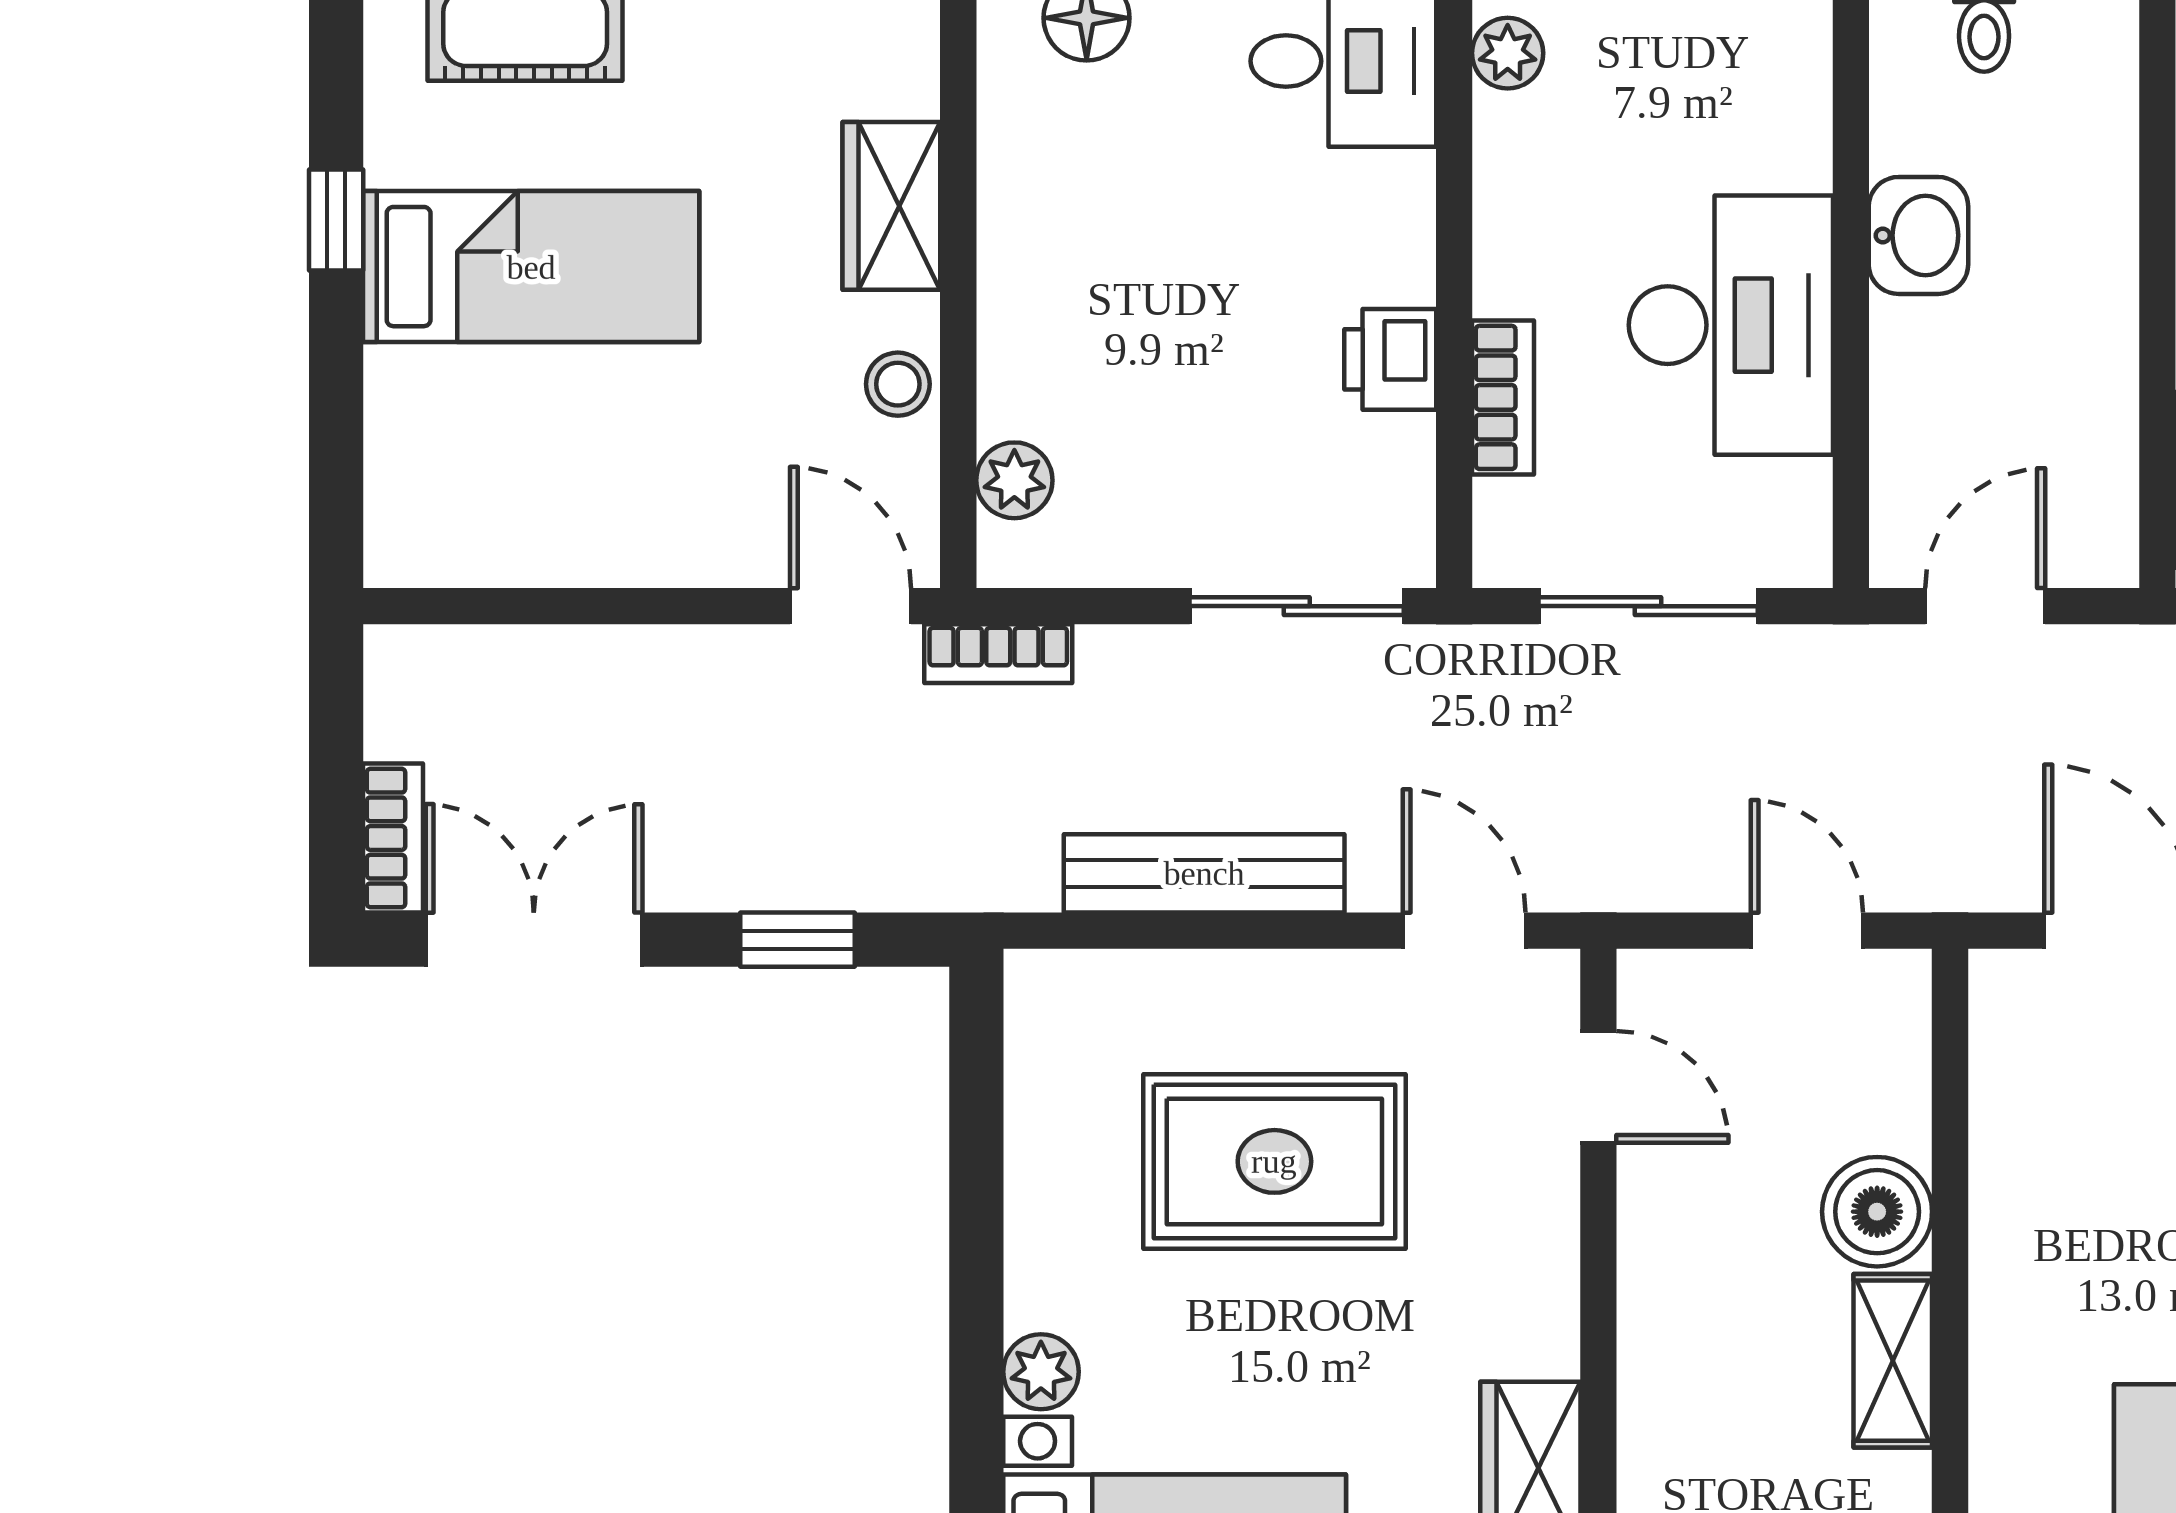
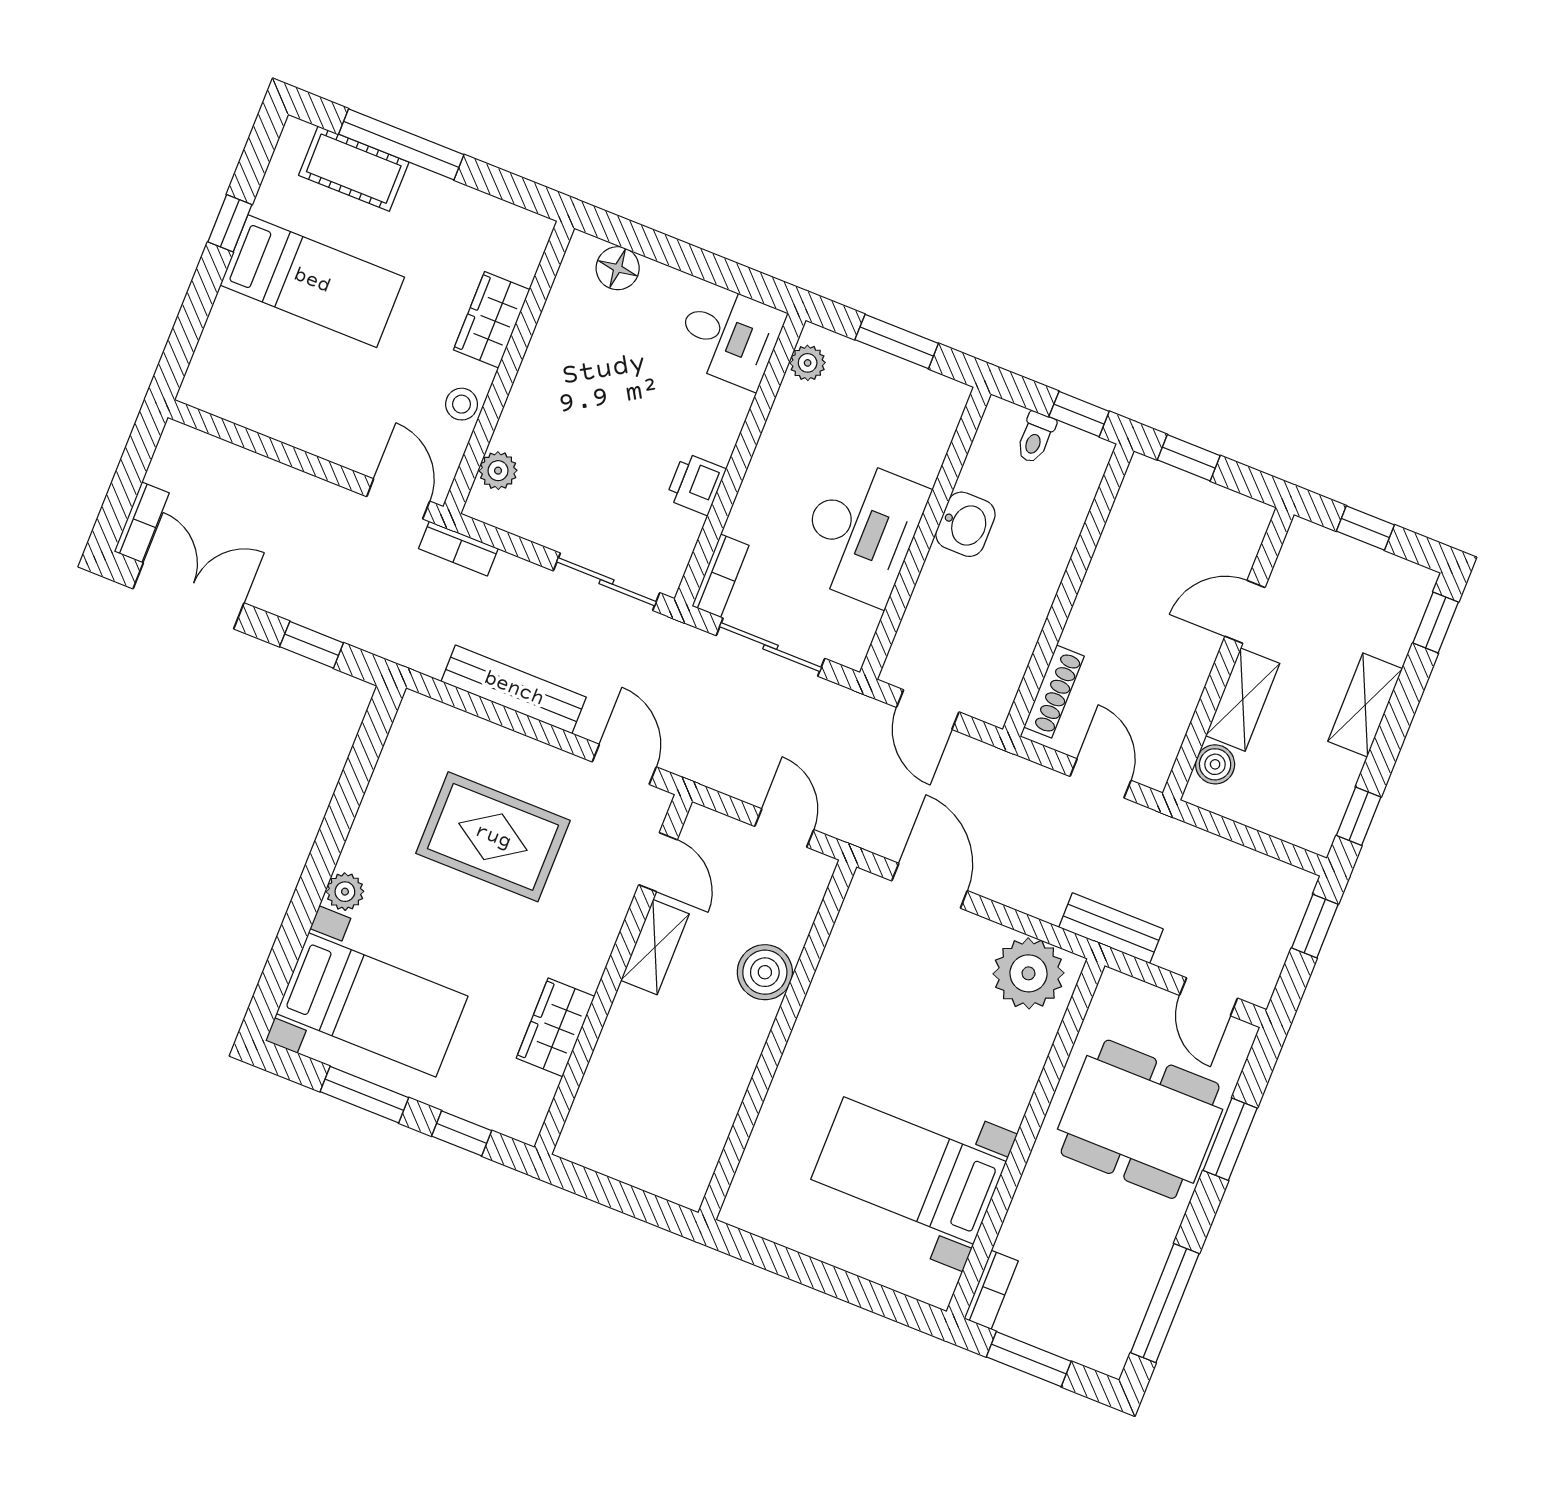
bookcase: (1503, 397) -> (720, 576), moved
door: (1985, 606) -> (928, 710), swing flipped
shelving: (1893, 1361) -> (655, 947), moved

